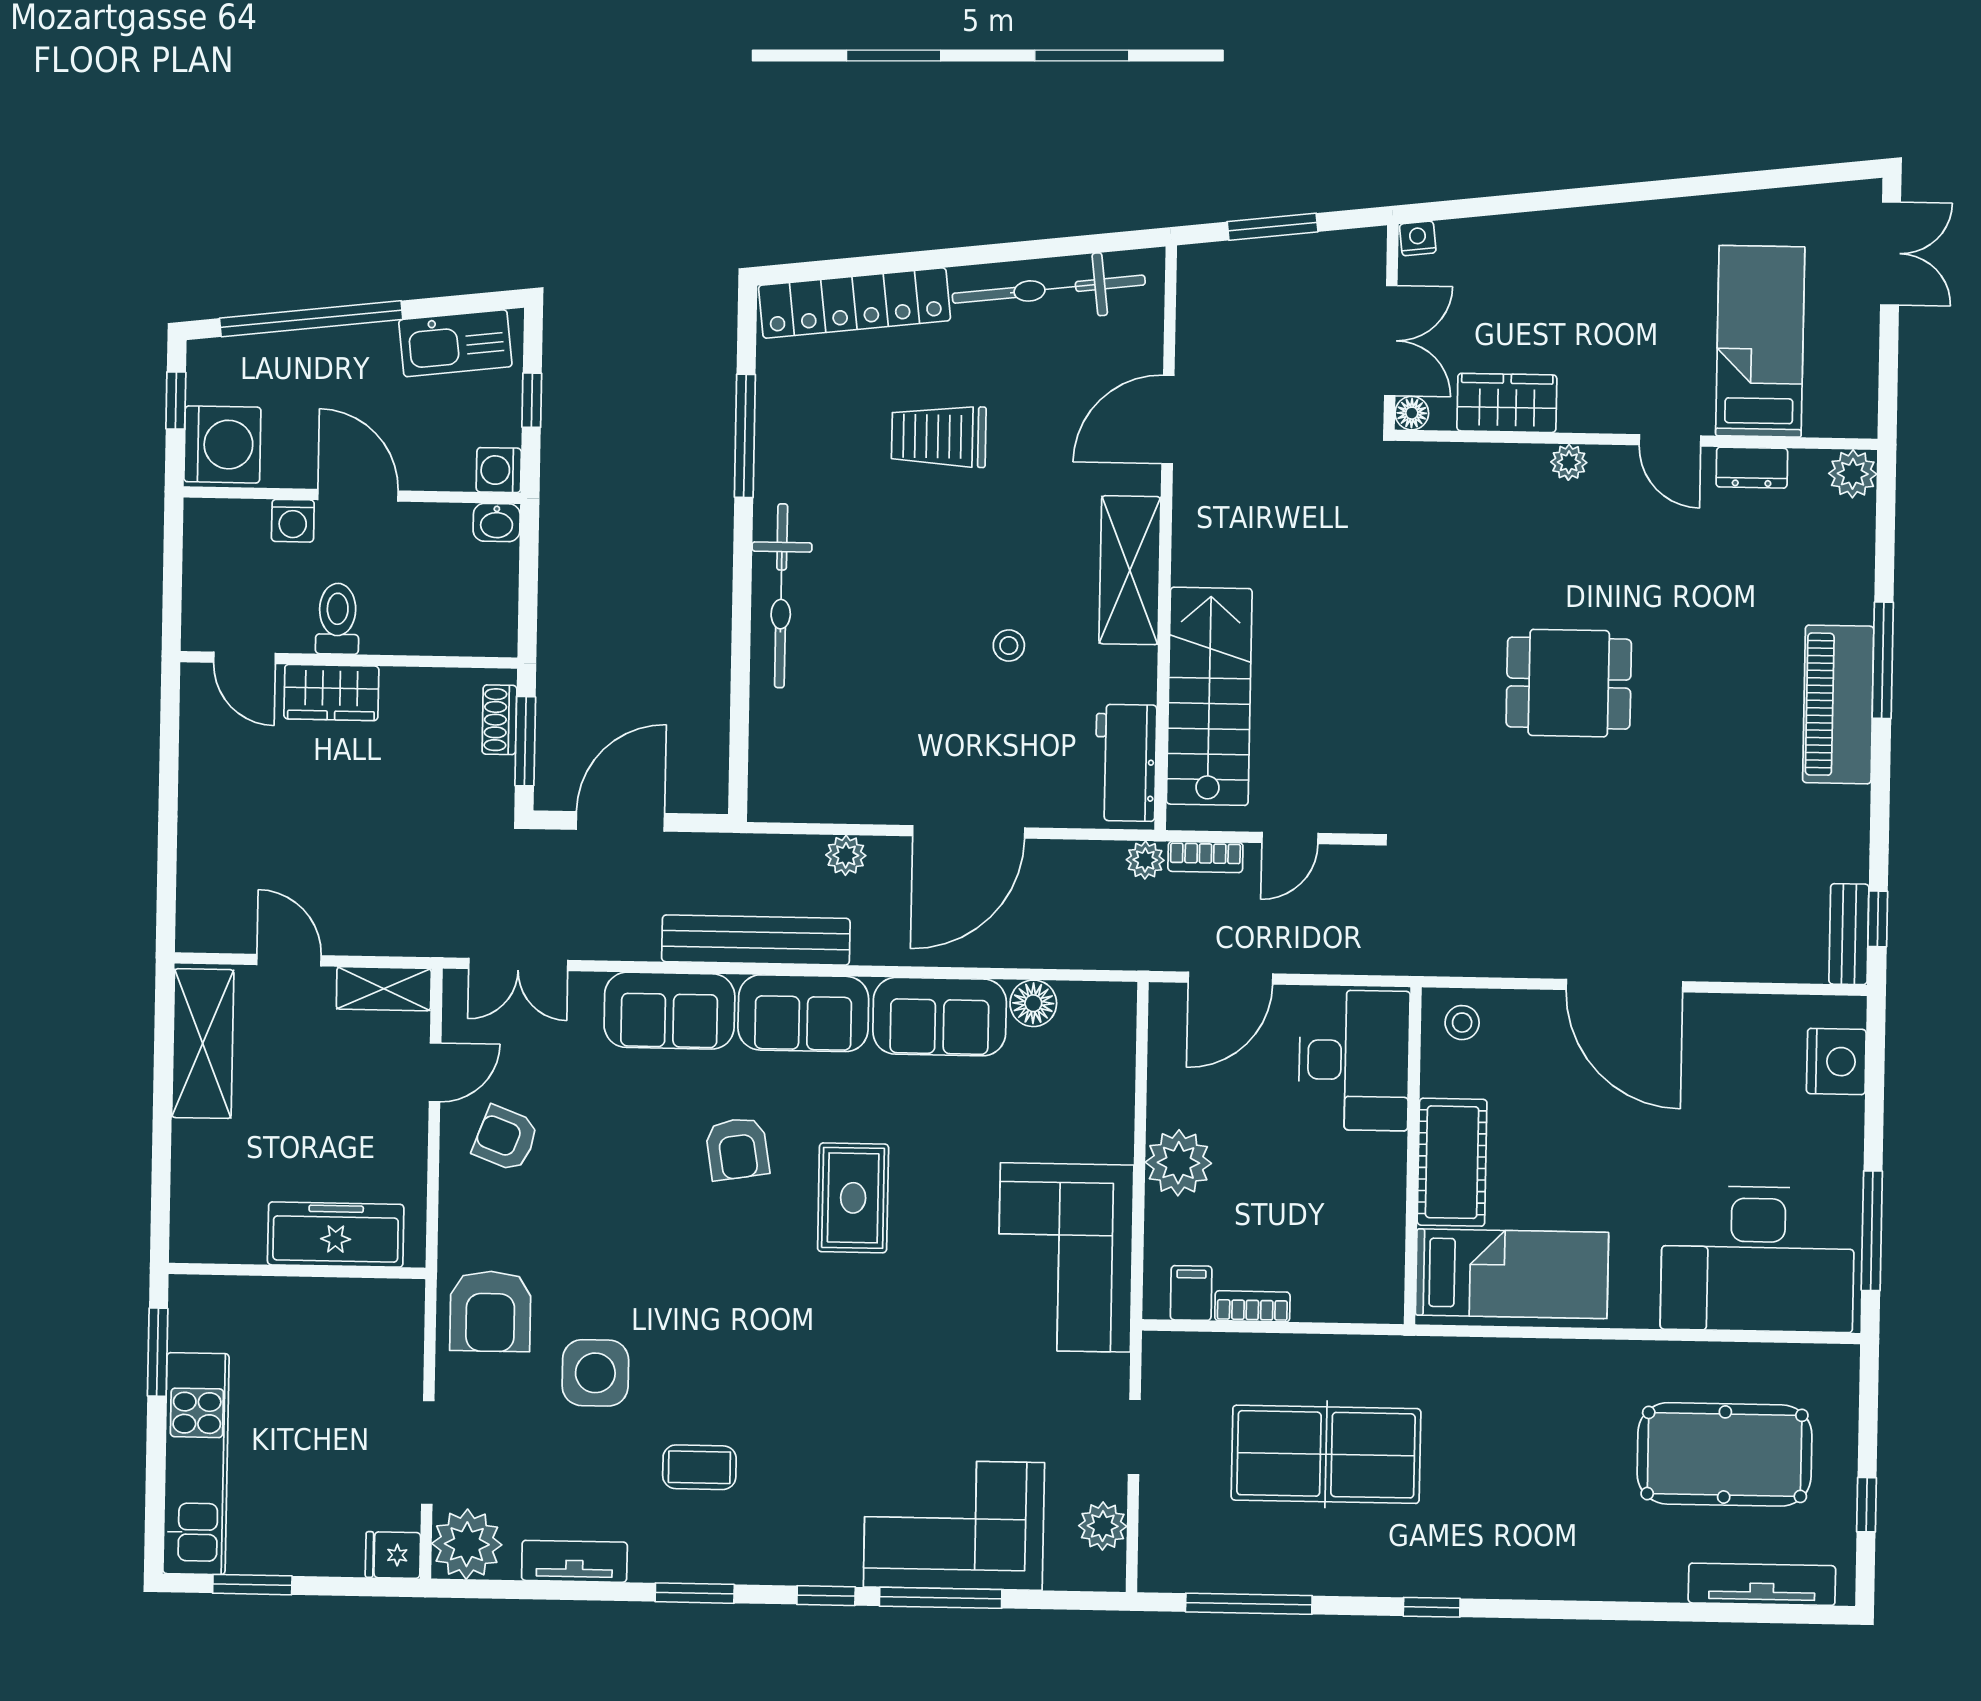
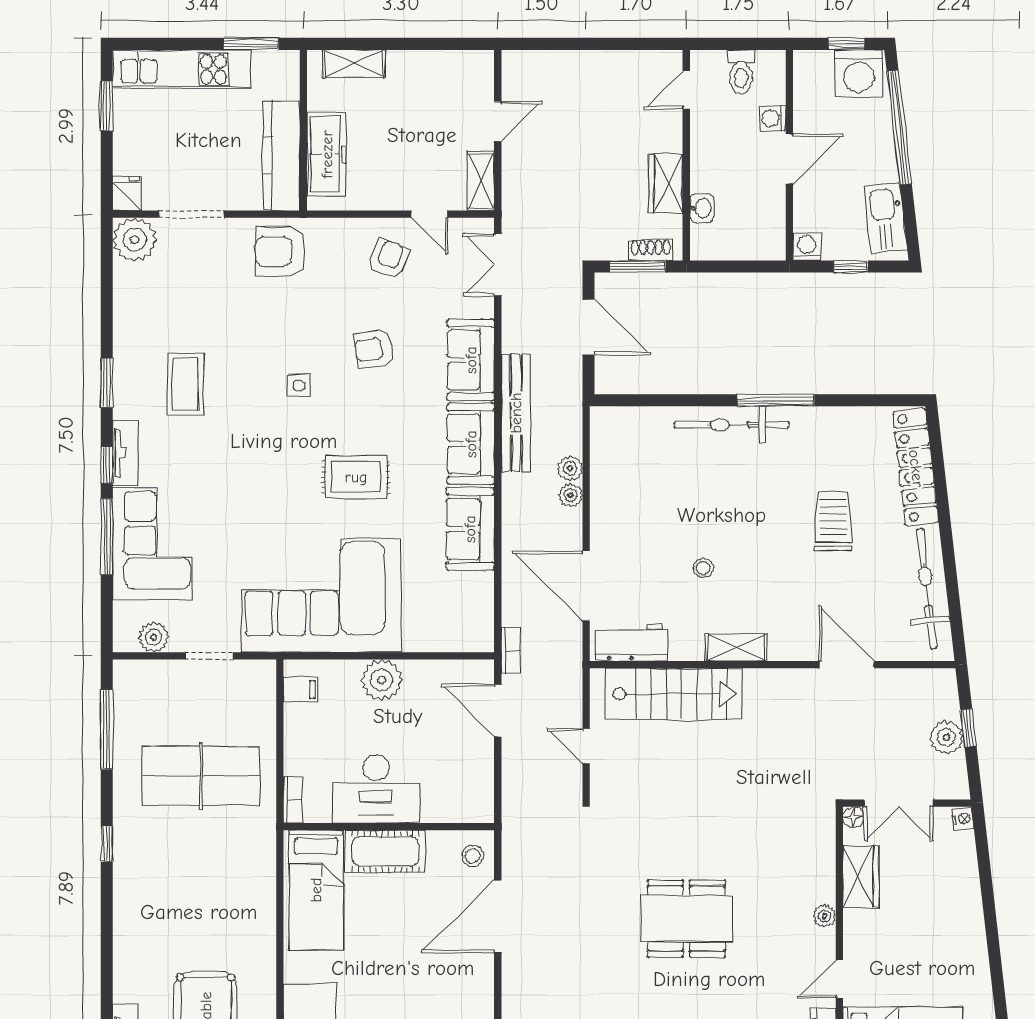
window: (1273, 227) -> (968, 728), width x0.67
plant: (1287, 262) -> (946, 737), added
window: (745, 436) -> (776, 400), moved
washing machine: (222, 444) -> (859, 74), moved
washbasin: (497, 523) -> (702, 208), moved, turned 180
shelving: (1130, 570) -> (736, 647), width x0.67, depth x0.75
toilet: (337, 619) -> (741, 72), moved, turned 90
dining table: (1569, 683) -> (686, 919), width x1.38
wardrobe: (331, 692) -> (666, 184), moved
door: (969, 832) -> (586, 586), moved
bookcase: (1205, 857) -> (511, 651), moved, turned 180
plant: (1145, 860) -> (571, 495), moved
door: (1624, 986) -> (498, 916), moved
floor lamp: (1033, 1003) -> (480, 587), removed
shelving: (203, 1044) -> (354, 64), moved, width x0.67, depth x0.75
desk: (1354, 1060) -> (376, 789), moved
armchair: (737, 1149) -> (374, 349), moved
corner sofa: (1065, 1257) -> (321, 596), width x1.36, depth x1.36
bookcase: (1252, 1306) -> (293, 800), moved
kitchen counter: (337, 1307) -> (282, 156), added
side table: (595, 1373) -> (299, 386), moved, width x0.54, depth x0.54
table tennis table: (1326, 1454) -> (201, 776), turned 90
coffee table: (699, 1467) -> (185, 384), width x1.36, depth x1.30
tv unit: (574, 1561) -> (125, 453), moved

